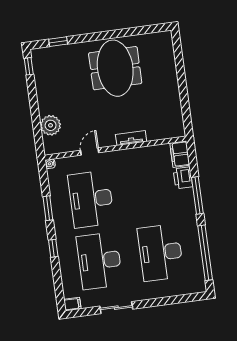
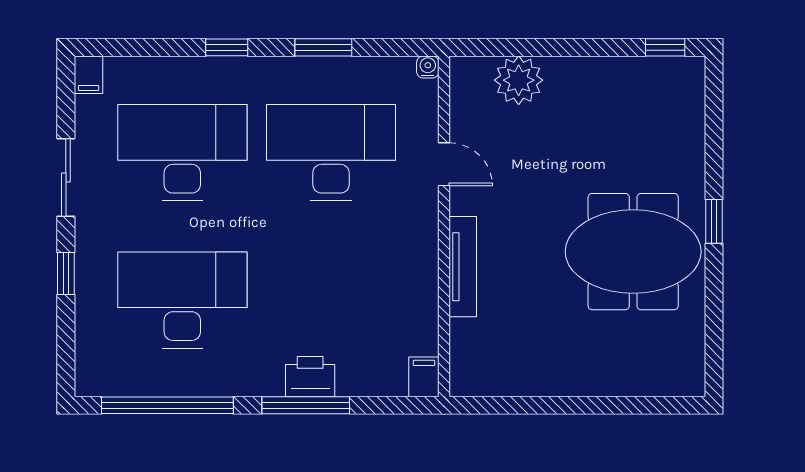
window: (58, 42) -> (714, 221), moved
tv unit: (131, 138) -> (463, 267), width x1.41
filing cabinet: (180, 154) -> (424, 377), width x0.50
printer: (183, 178) -> (310, 377), moved
window: (156, 302) -> (66, 274), added

